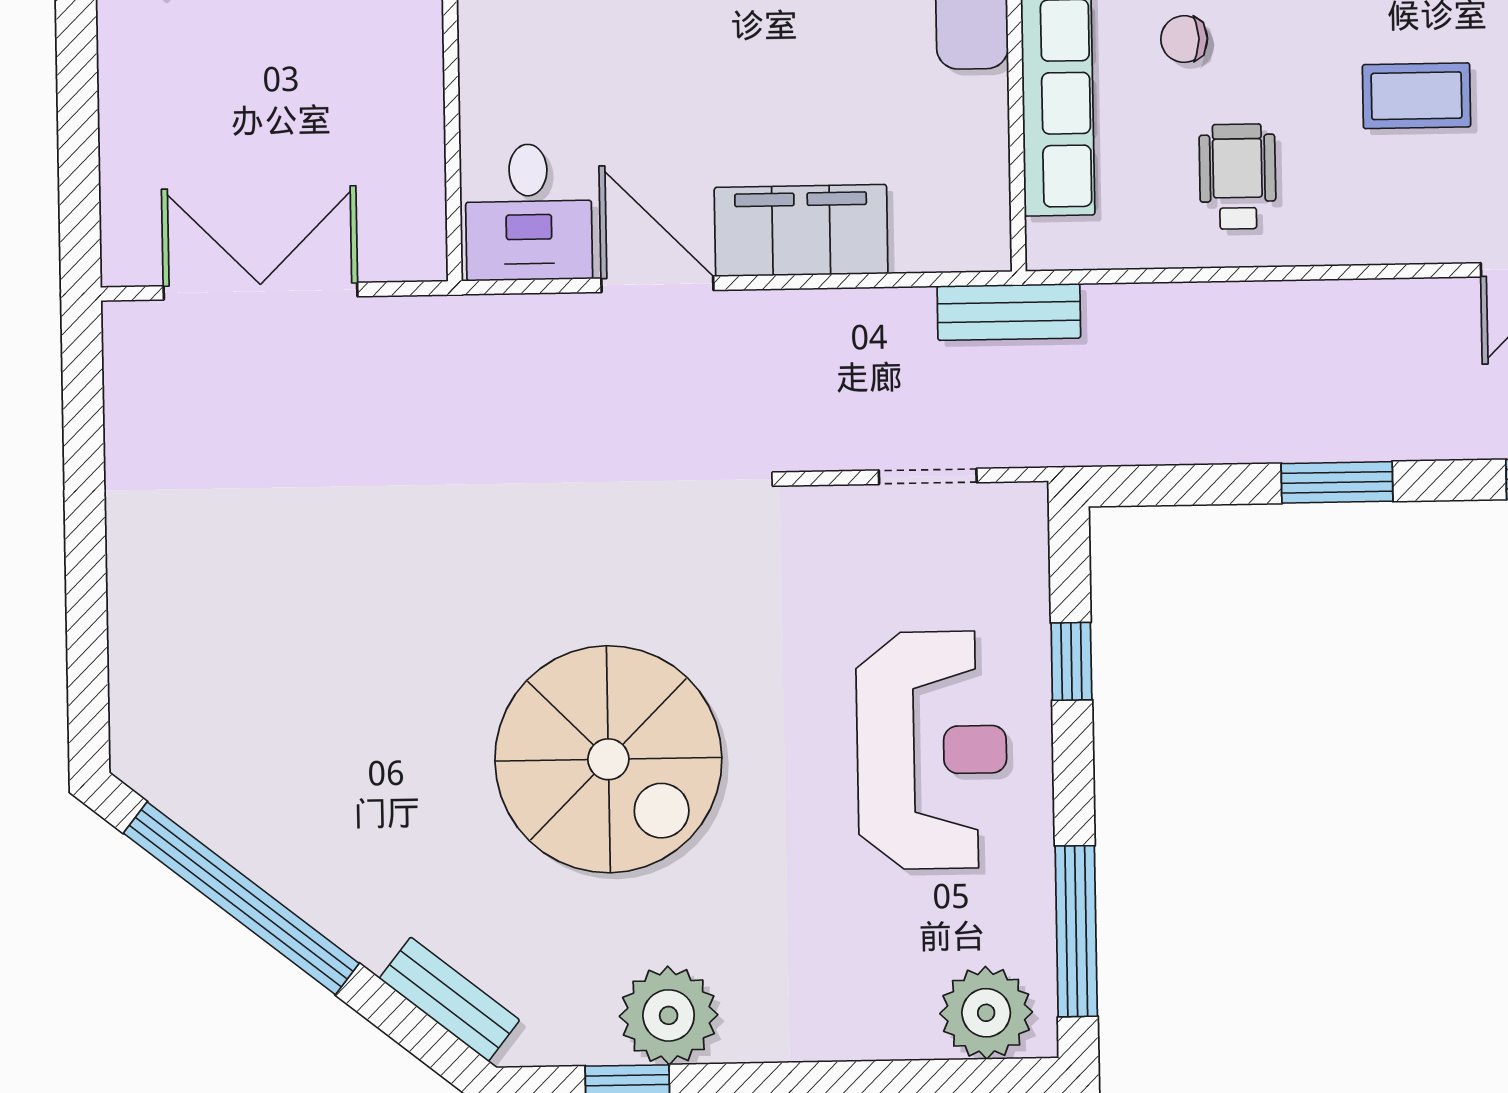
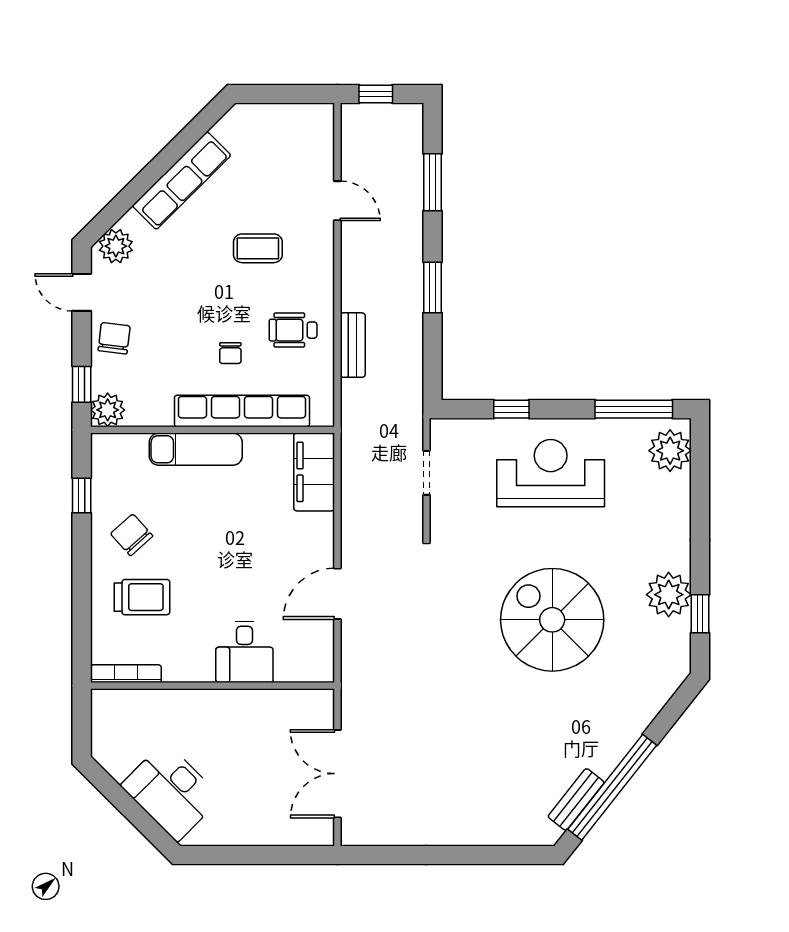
coffee table: (1417, 96) -> (258, 248), turned 90
desk: (529, 212) -> (244, 652), moved, turned 90
filing cabinet: (801, 231) -> (314, 472), moved
bench: (1009, 312) -> (353, 345), moved
spiral stairs: (608, 759) -> (552, 620), turned -90
bench: (449, 999) -> (576, 799), moved

